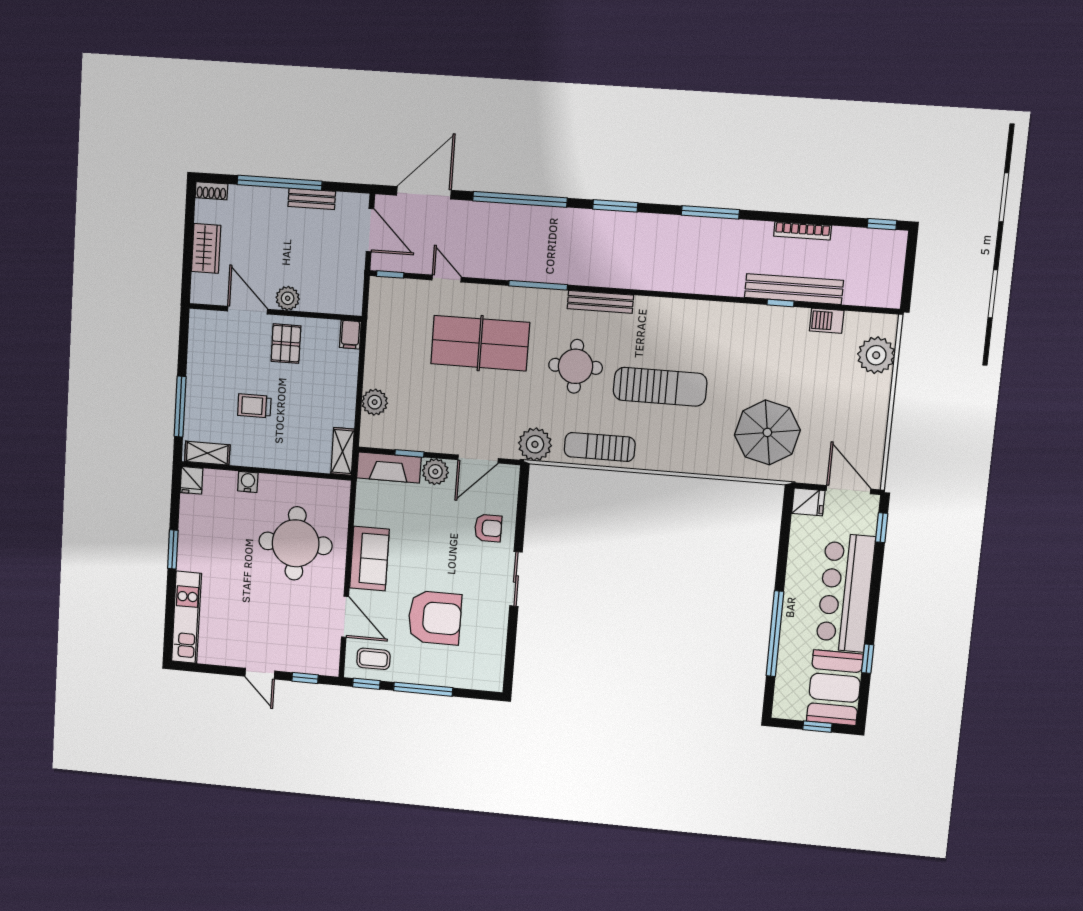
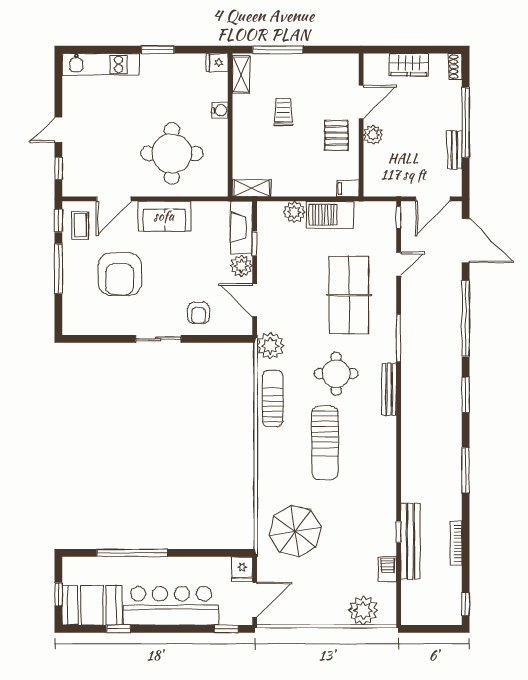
pallet: (286, 344) -> (336, 136), turned 90
barbecue: (381, 359) -> (330, 215), added

